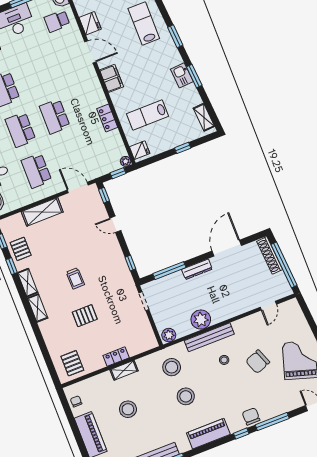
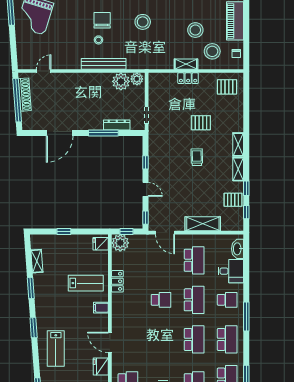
kitchen sink: (182, 75) -> (41, 293), removed
filing cabinet: (111, 78) -> (101, 308), width x0.50
lab bench: (148, 115) -> (86, 283), moved
school desk: (55, 116) -> (161, 300), width x0.54
shelving: (204, 117) -> (37, 261), moved
plant: (126, 161) -> (120, 243), width x1.88, depth x1.88
pallet: (21, 249) -> (233, 200), turned 90
shoe rack: (270, 255) -> (25, 95), moved
window: (130, 263) -> (145, 162), moved
dresser: (197, 269) -> (117, 125), moved
window: (169, 271) -> (103, 133), moved
plant: (201, 320) -> (121, 81), moved
chair: (258, 362) -> (102, 20), moved, turned -69
pallet: (72, 363) -> (227, 87), turned 90
stool: (172, 367) -> (212, 51), moved

